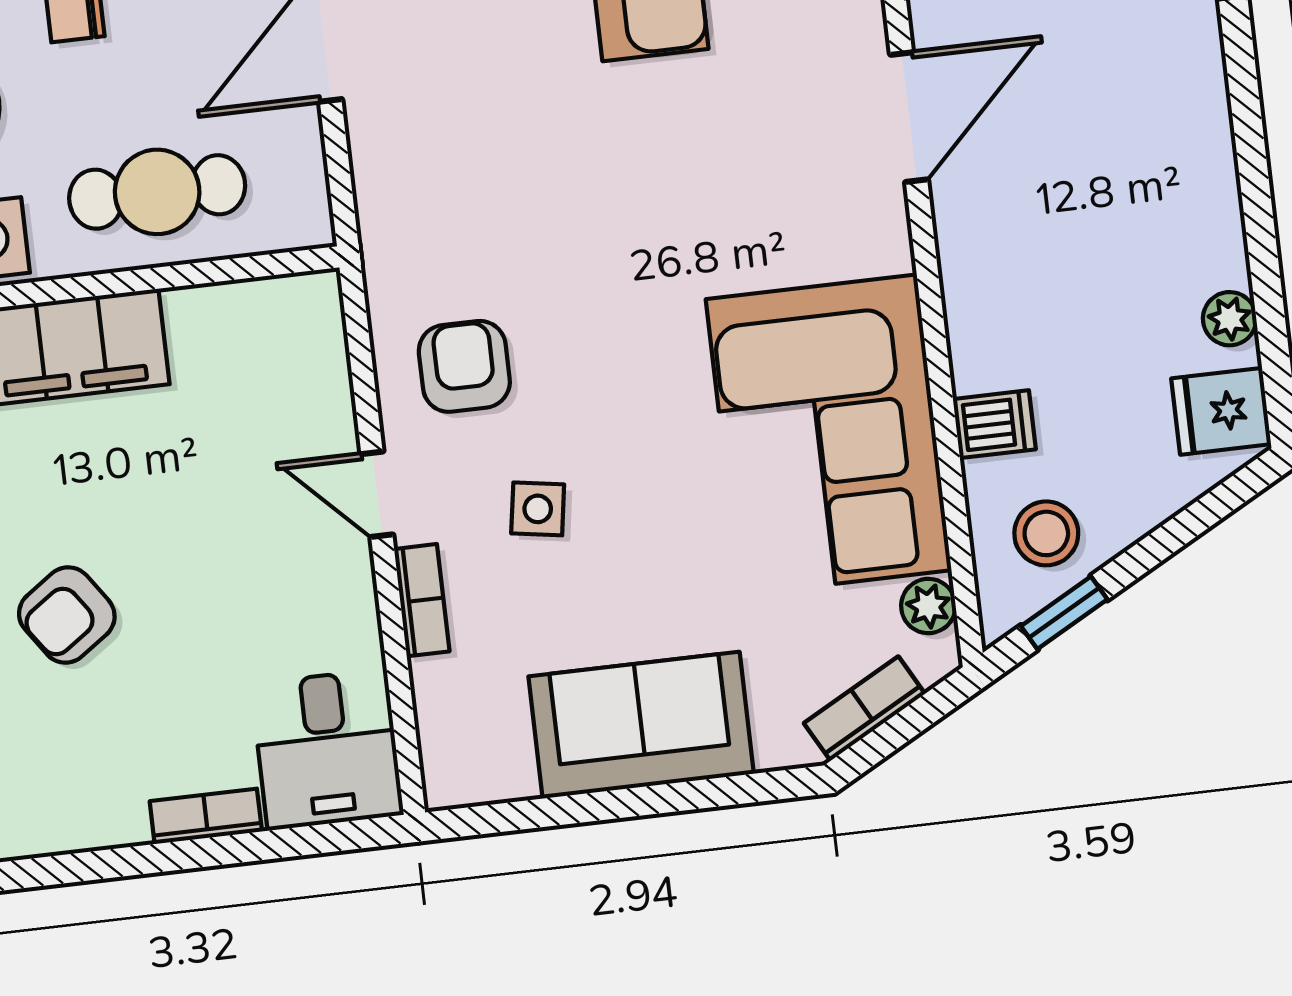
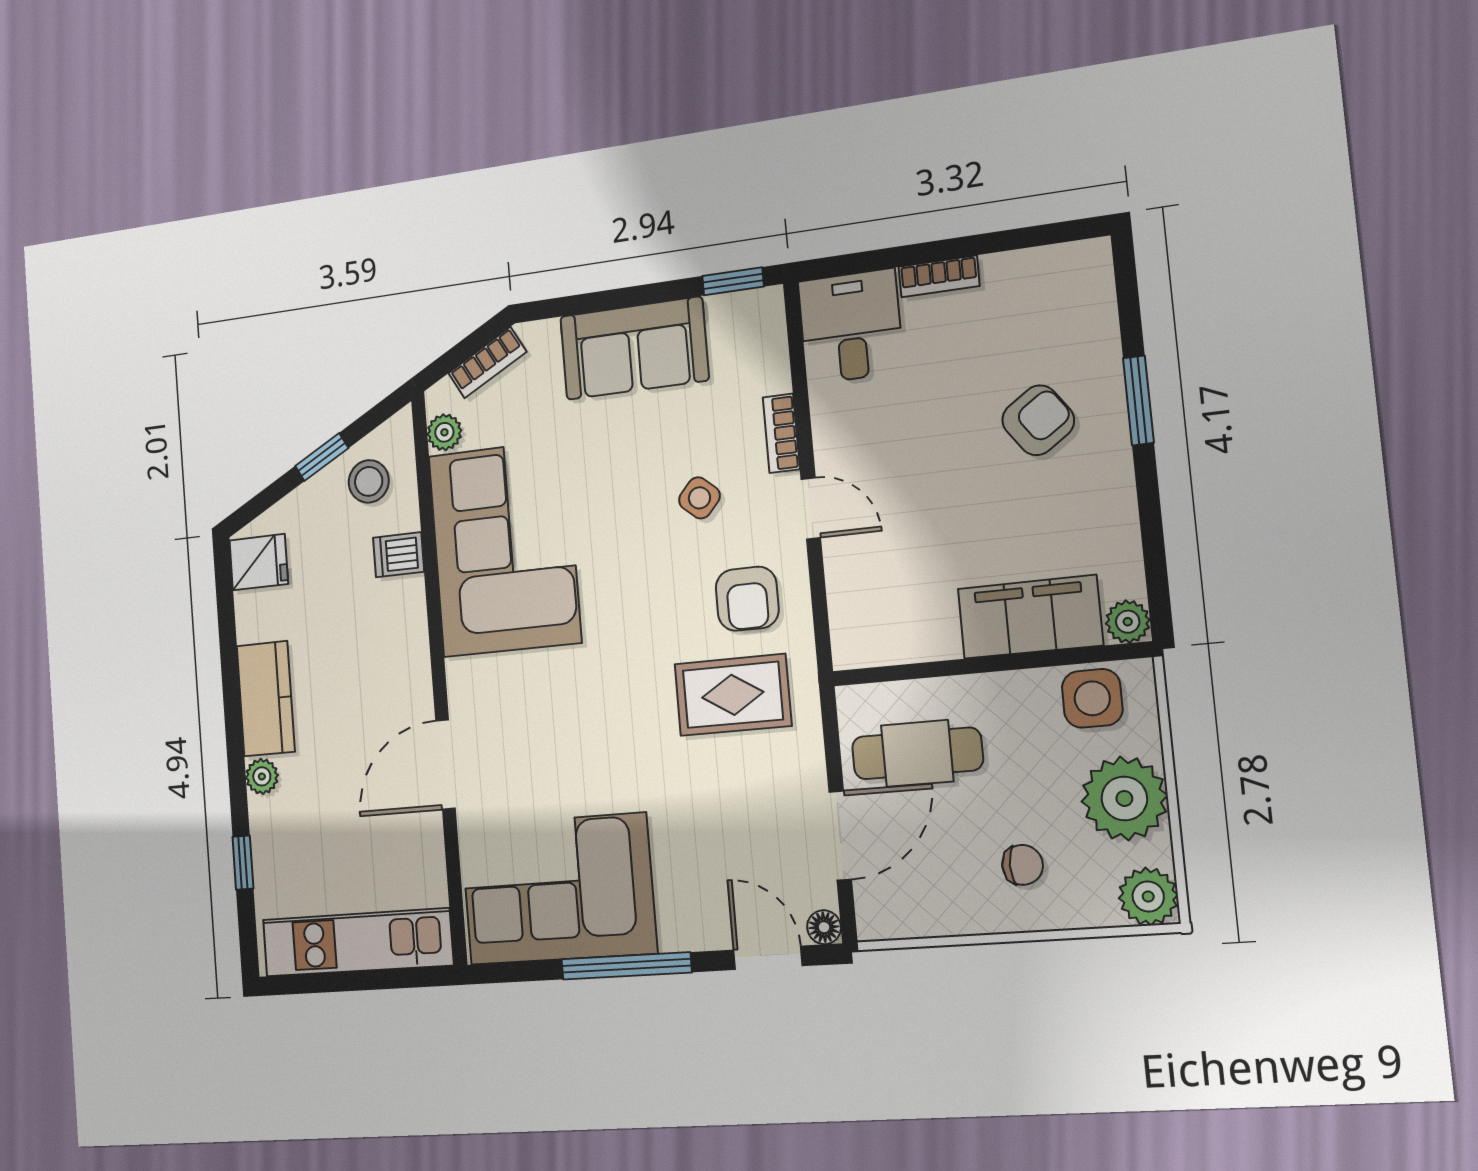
cafe table: (157, 192) -> (917, 753), moved
kitchen counter: (1201, 205) -> (266, 699), added
rug: (481, 231) -> (733, 695), added
plant: (1230, 319) -> (262, 776), moved
side table: (538, 509) -> (699, 498), turned 32
window: (1064, 613) -> (322, 457), moved
window: (498, 818) -> (733, 281), added

